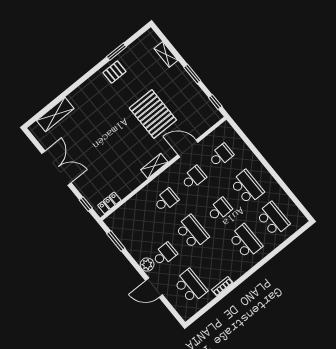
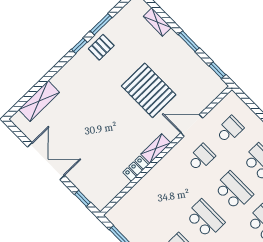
window: (95, 69) -> (79, 46), added
school desk: (166, 200) -> (173, 186), removed
locker: (109, 203) -> (136, 169), moved
school desk: (220, 210) -> (233, 191), width x1.85

